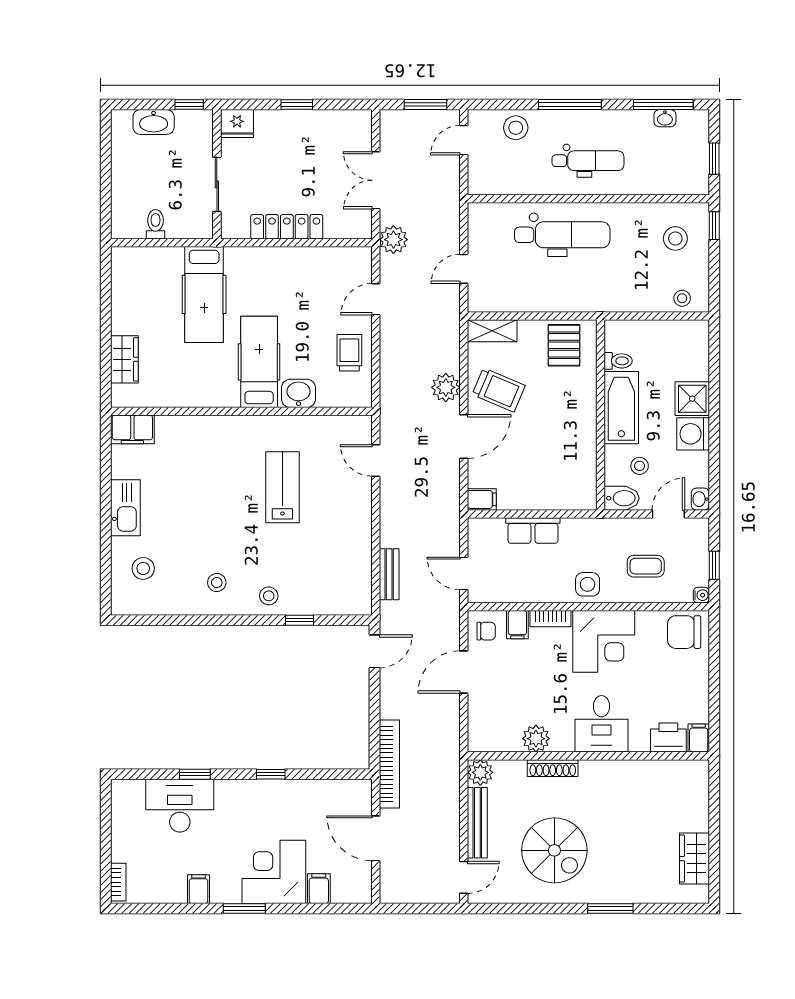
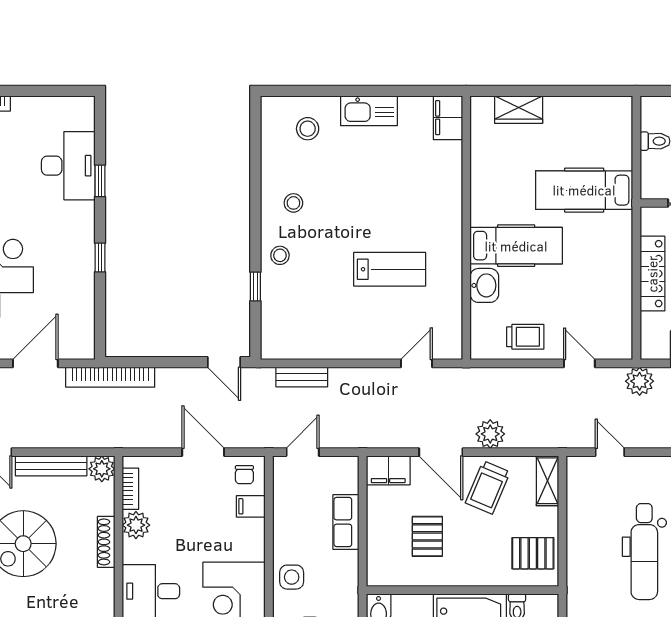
pallet: (547, 450) -> (427, 536), added
filing cabinet: (482, 499) -> (388, 470), width x2.00
bookcase: (550, 619) -> (130, 489), moved, turned 180

